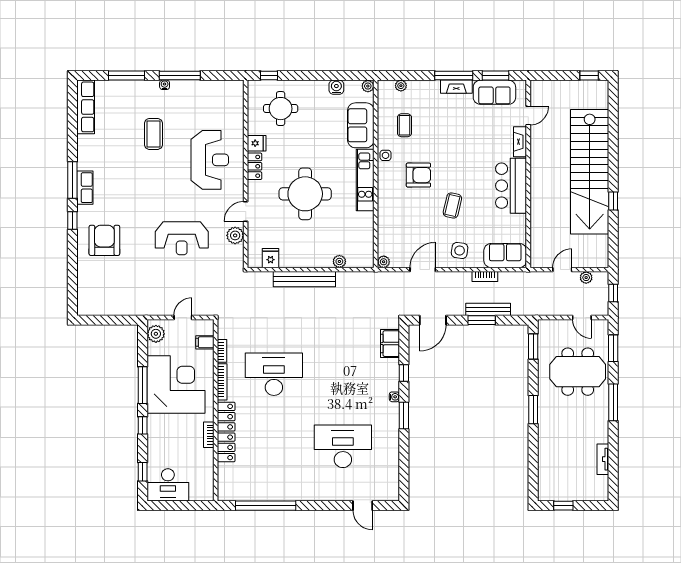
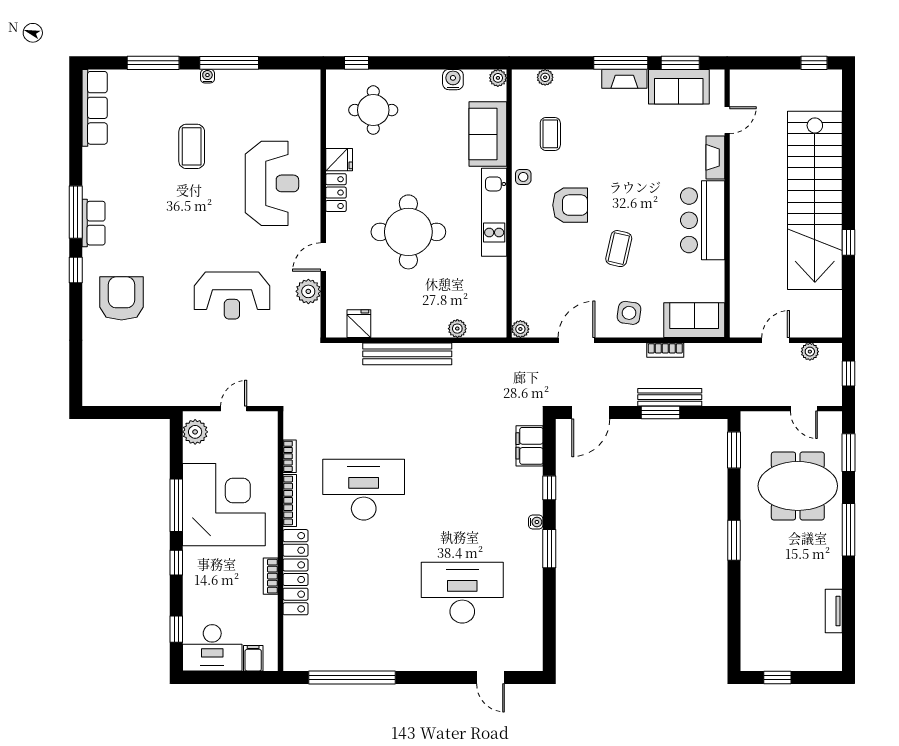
filing cabinet: (205, 342) -> (253, 658), moved, turned 90

